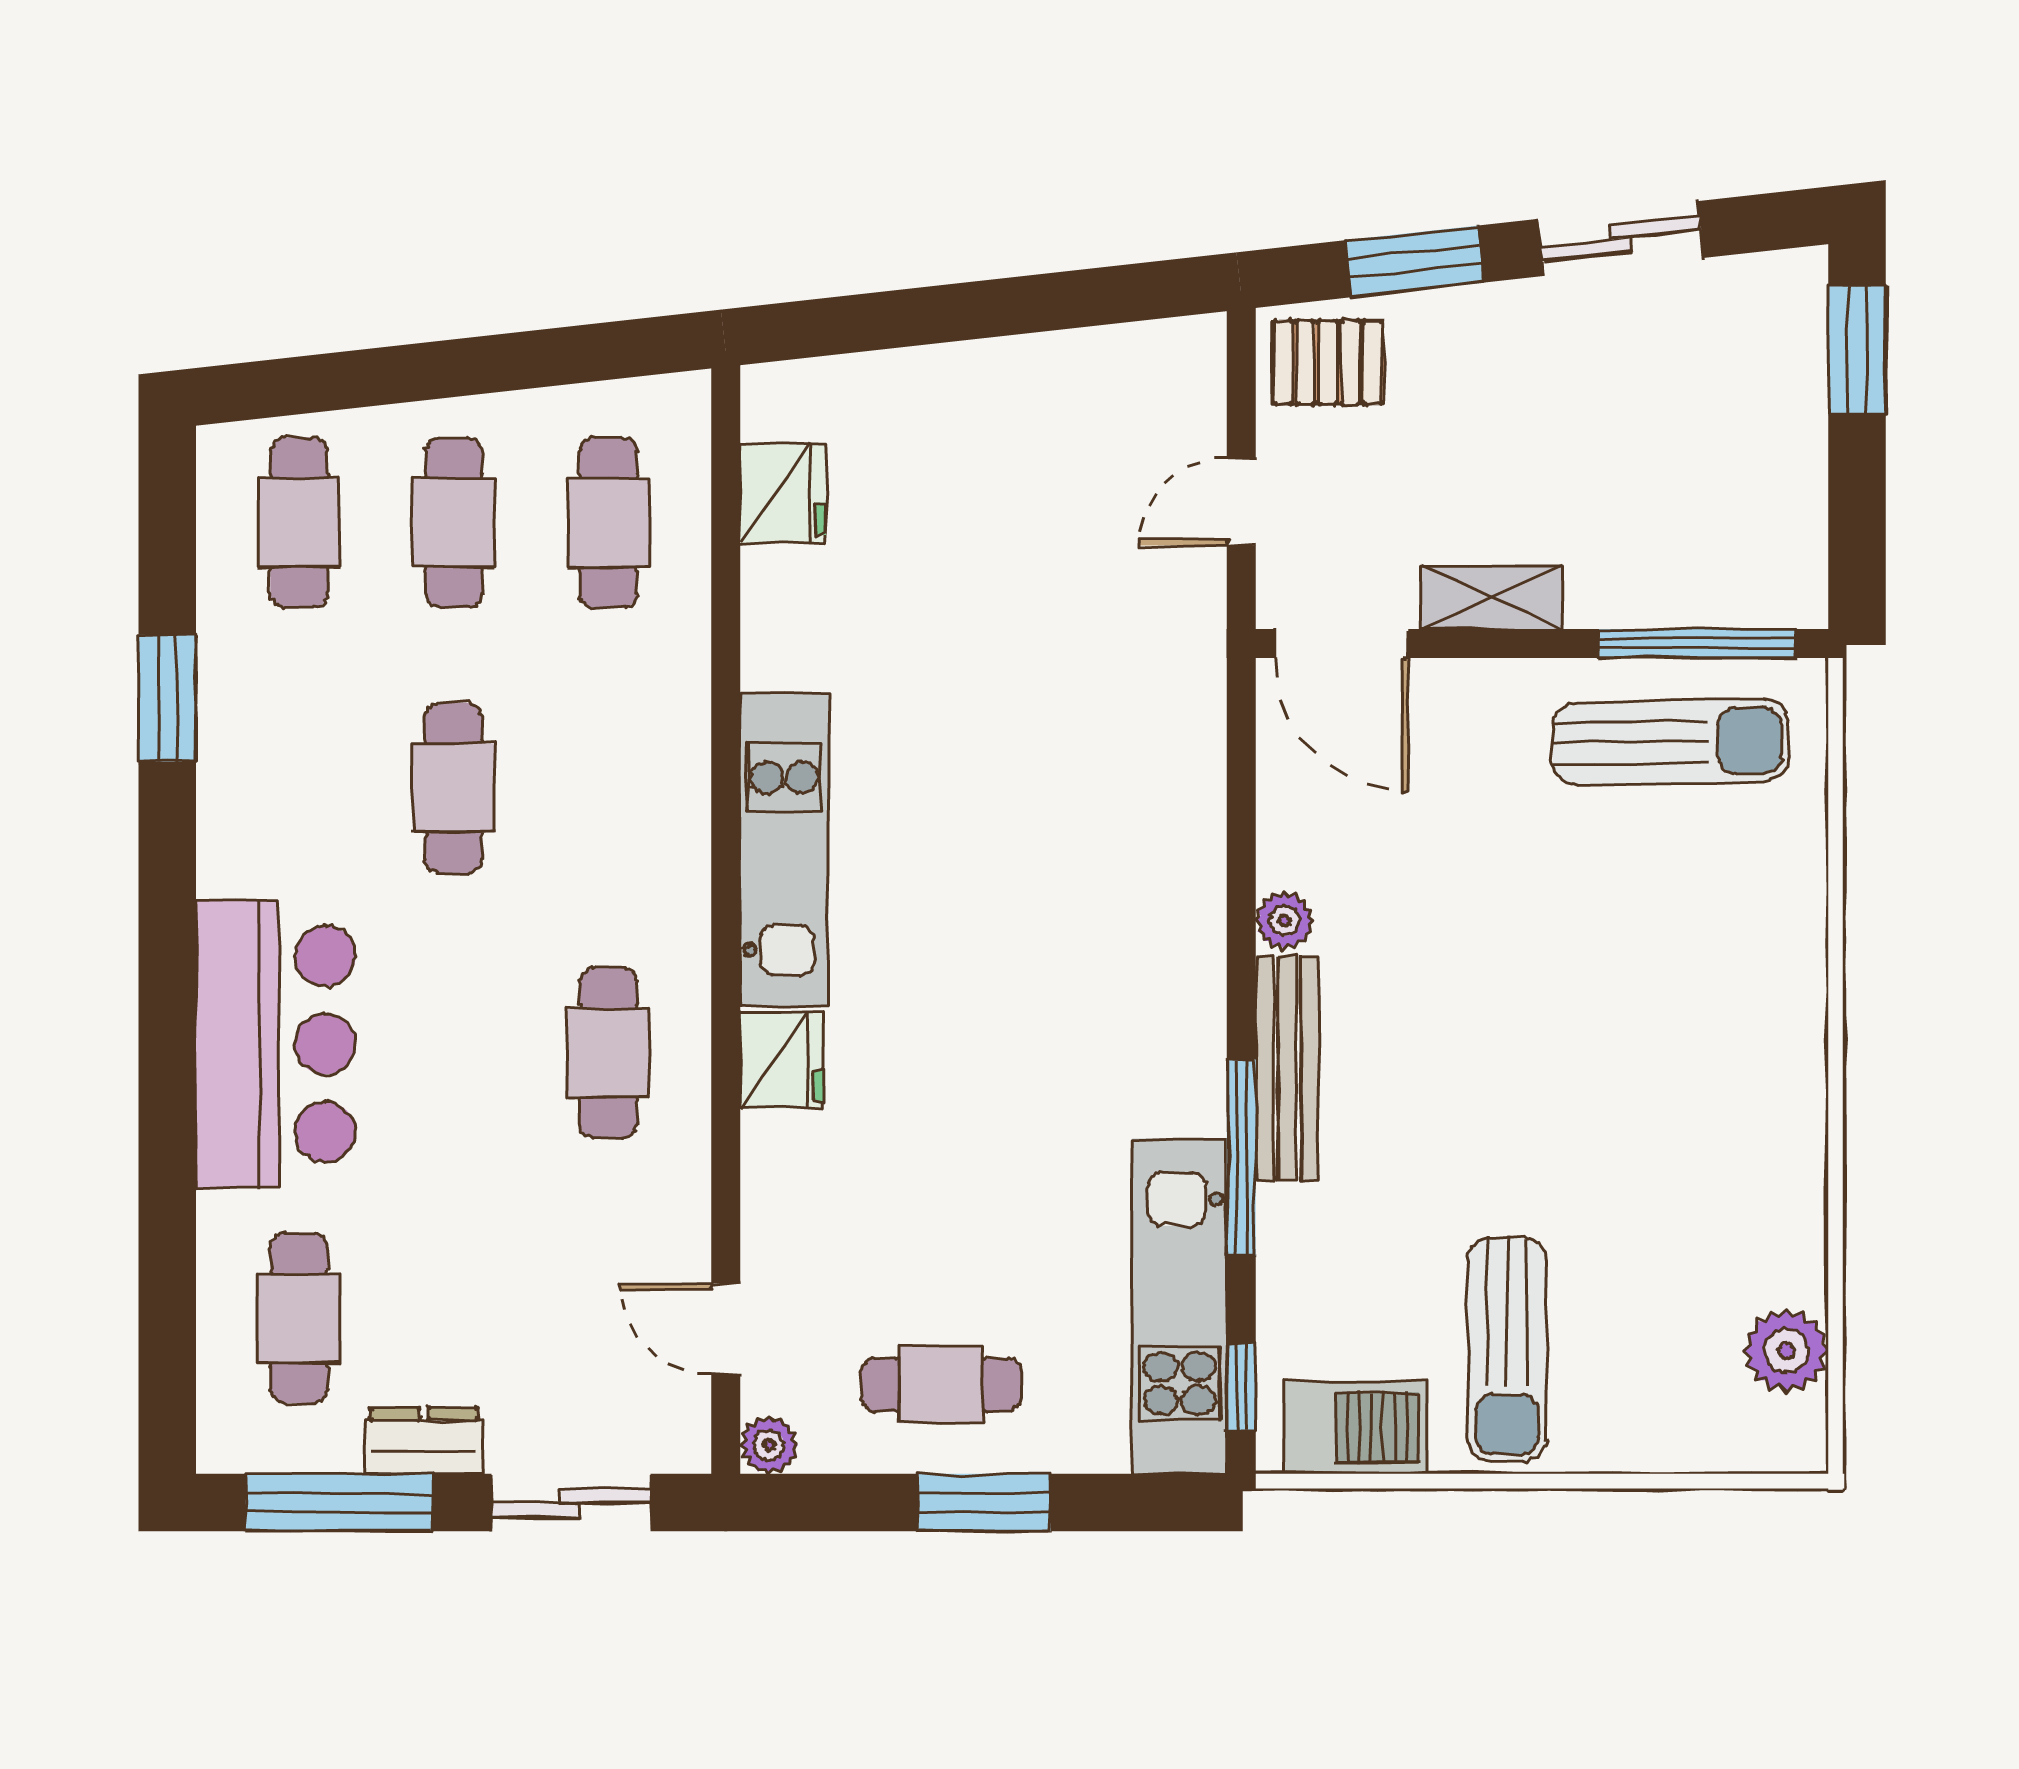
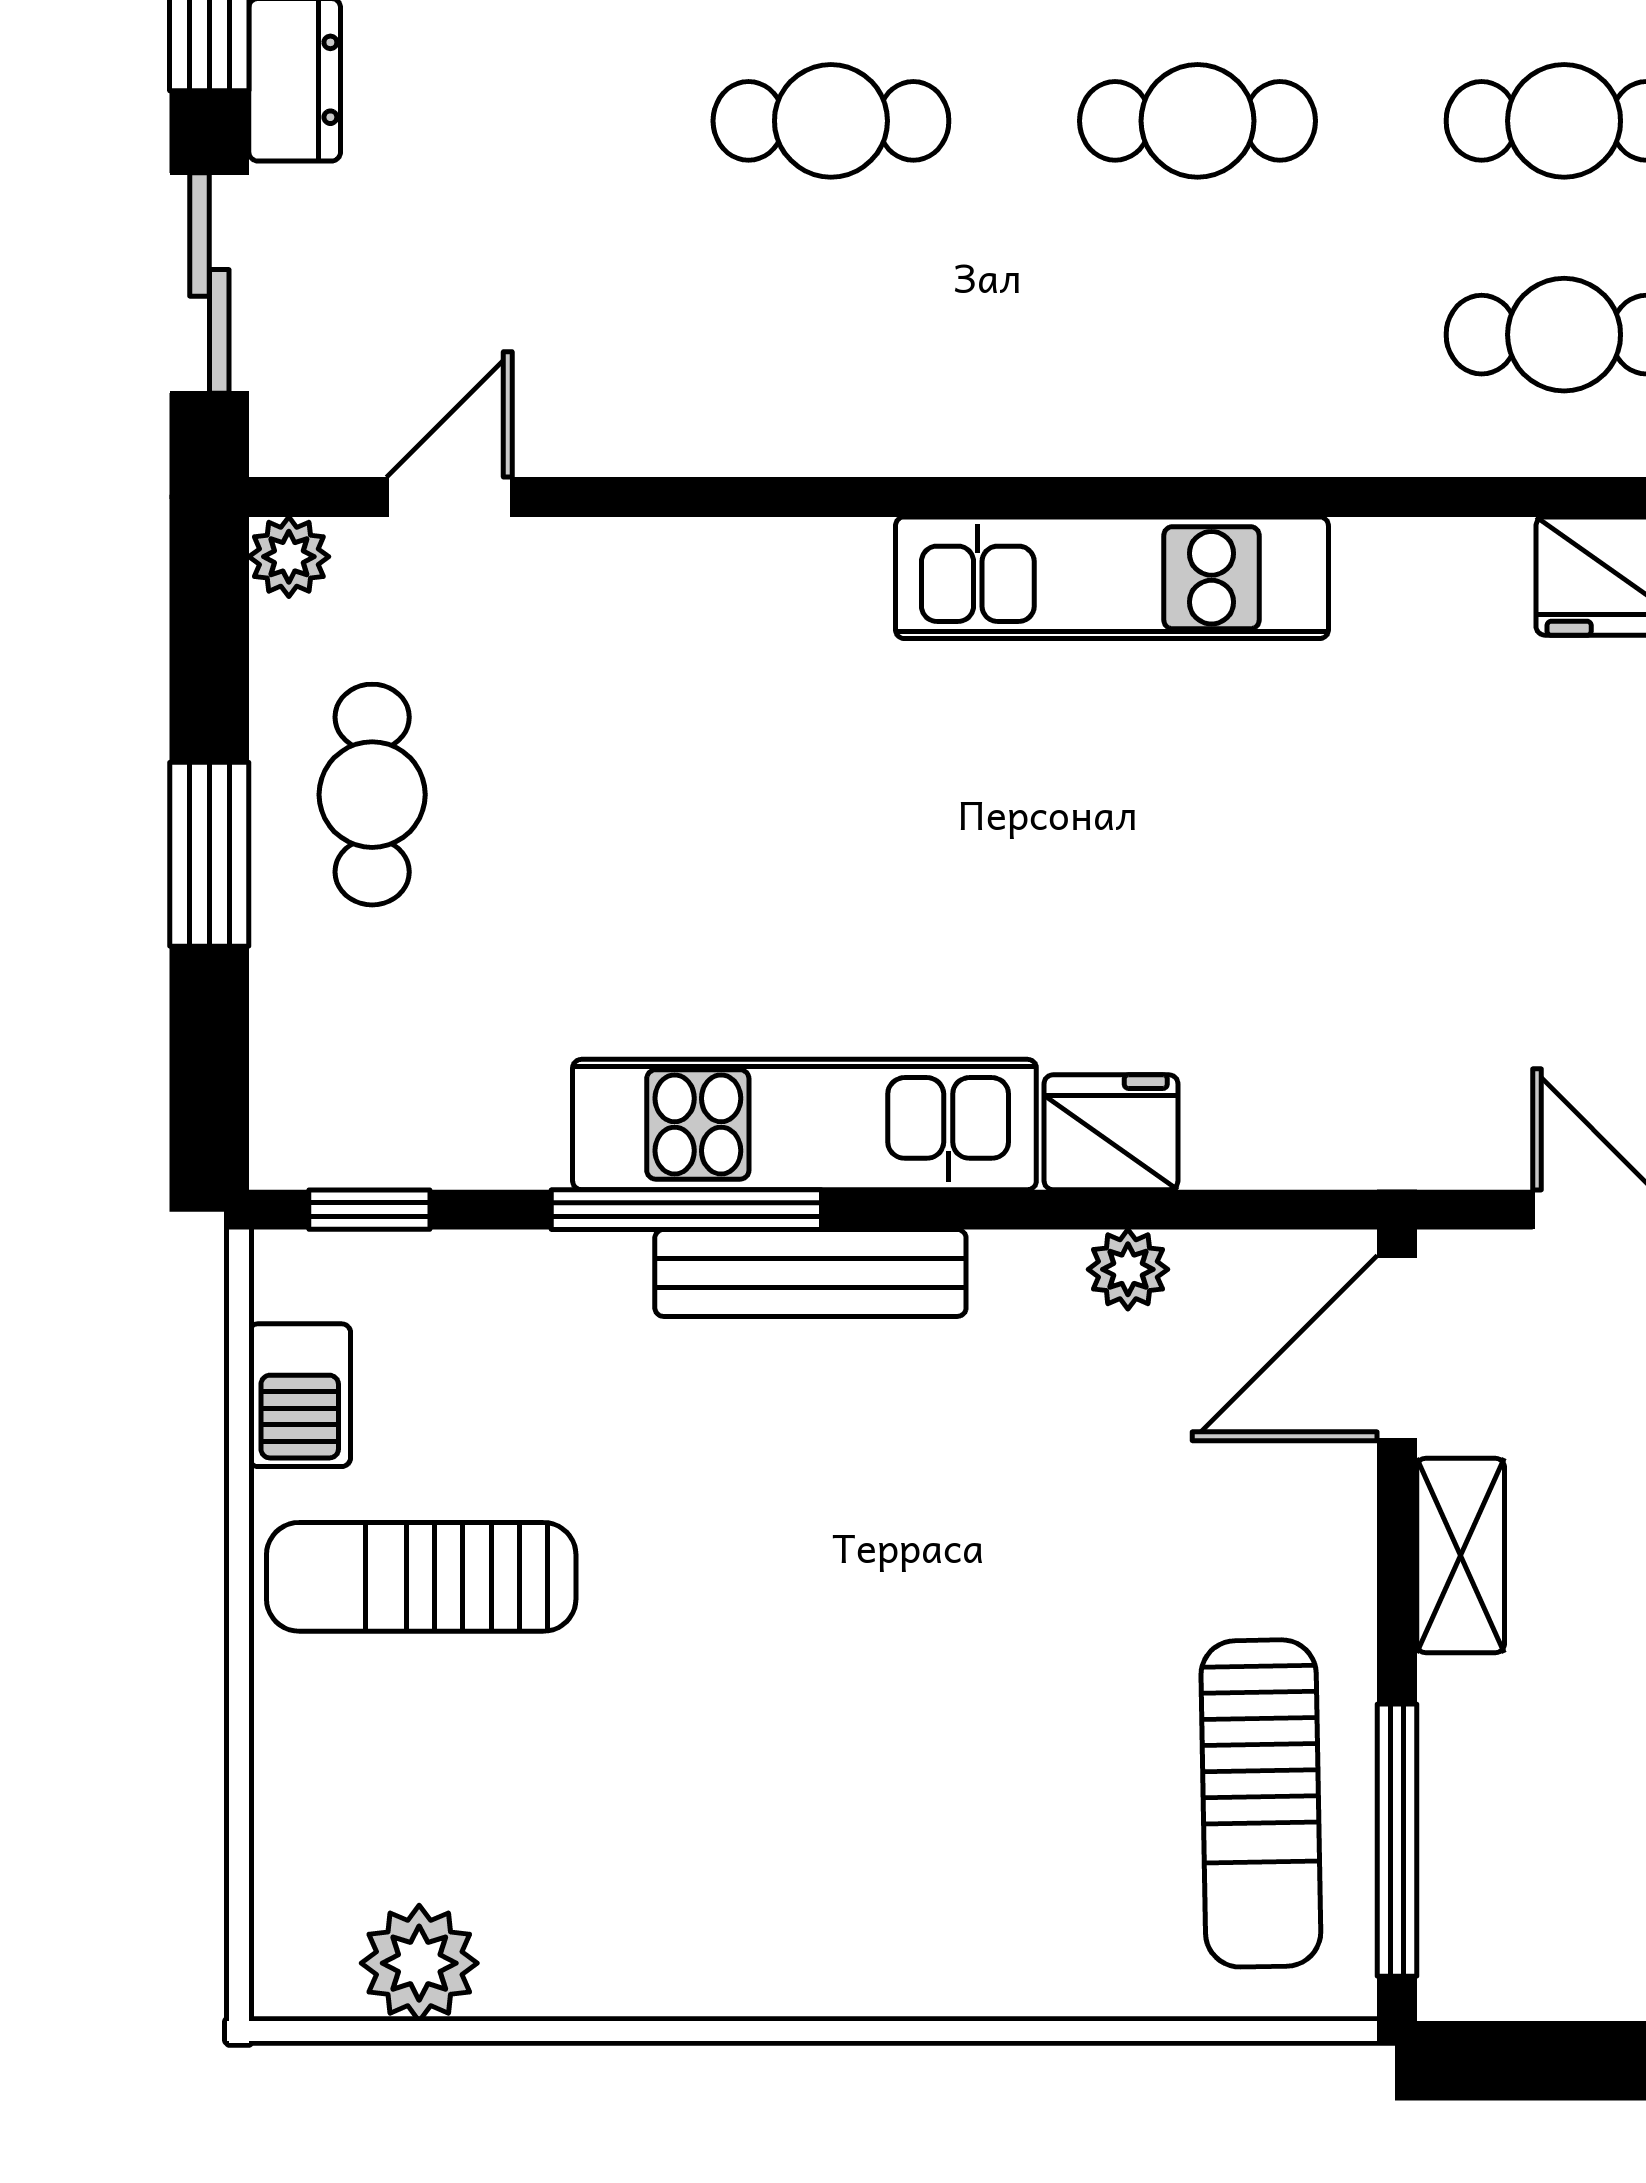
plant: (1284, 921) -> (1128, 1269), moved
cafe table: (608, 1053) -> (831, 121), moved
fridge: (782, 1060) -> (1111, 1132), moved, turned 180
kitchen unit: (1180, 1306) -> (804, 1124), moved
barbecue: (1356, 1427) -> (300, 1395), width x0.73, depth x0.79

